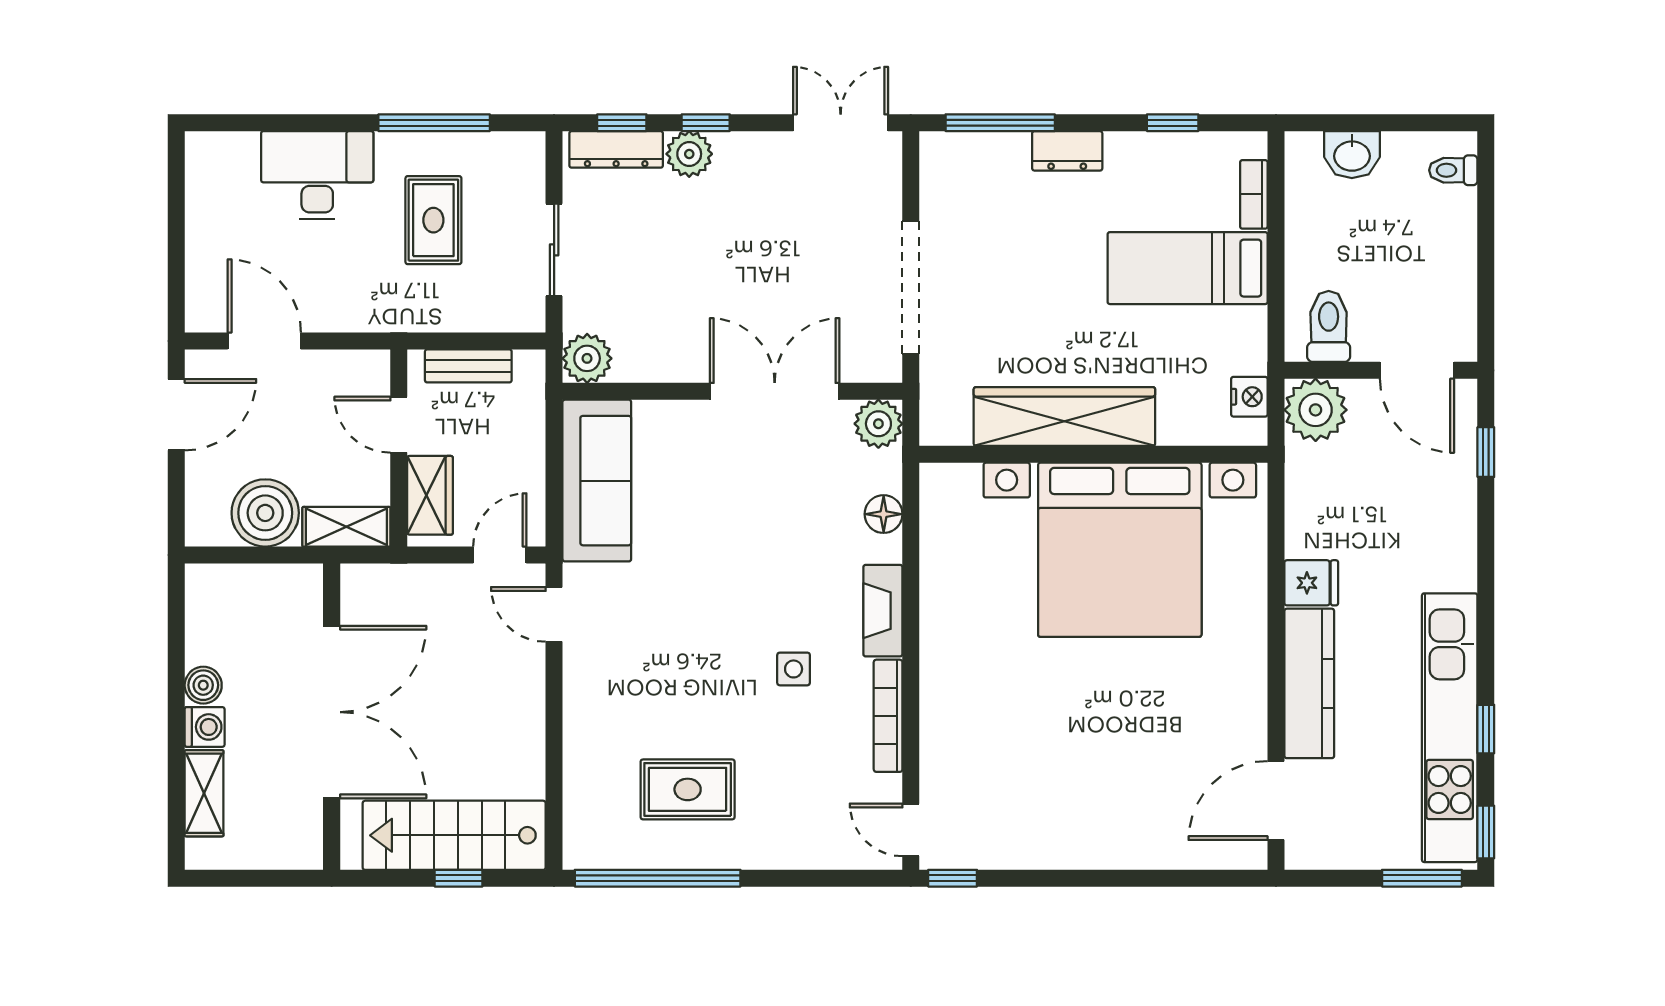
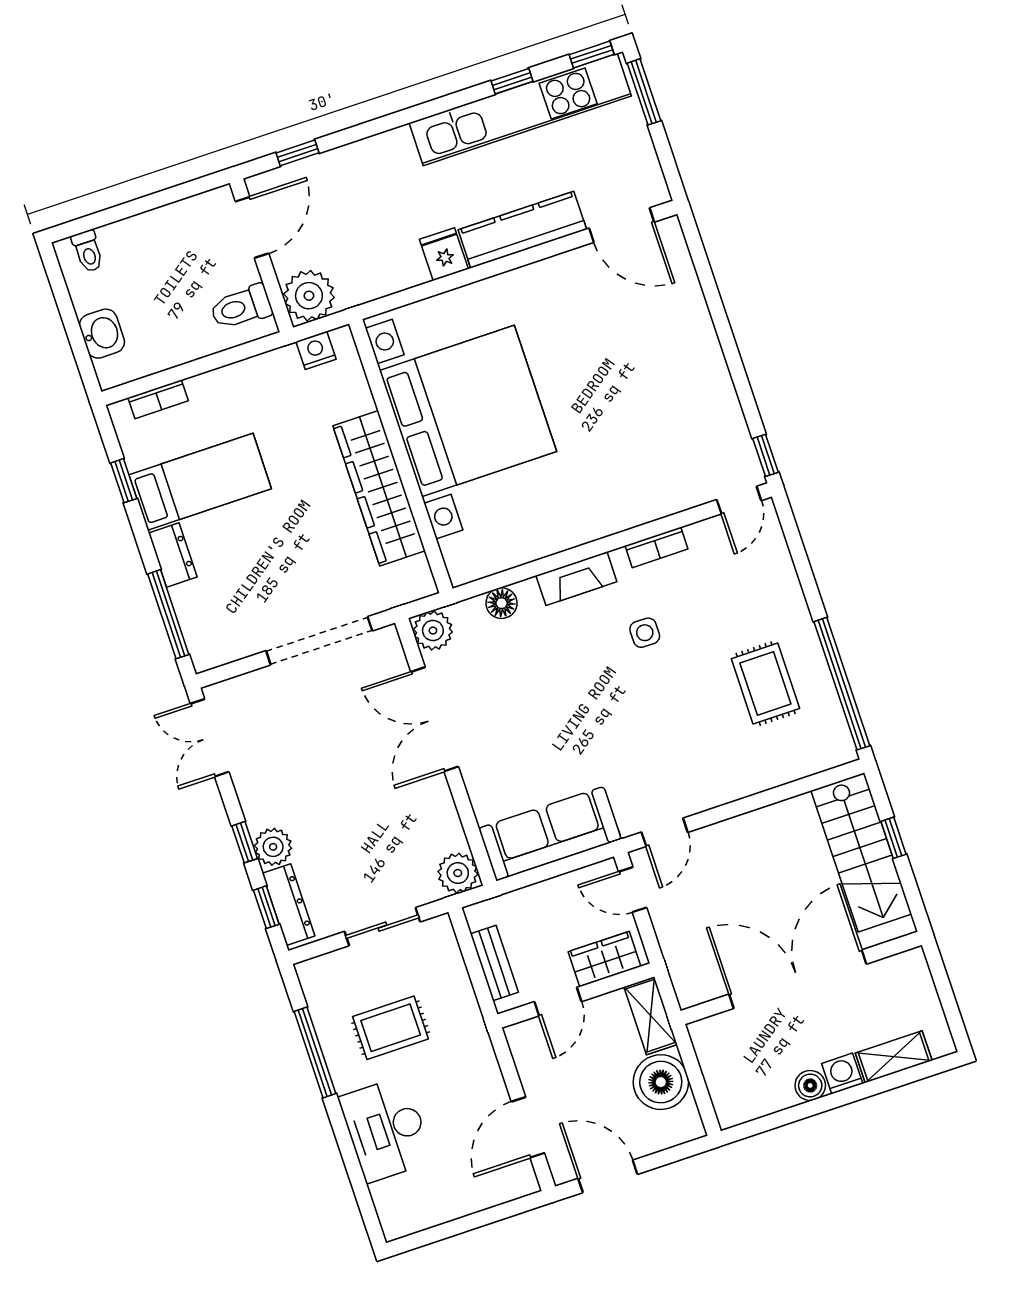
bed: (1188, 268) -> (200, 482), moved, turned -90
bookcase: (888, 716) -> (657, 547), width x0.64

